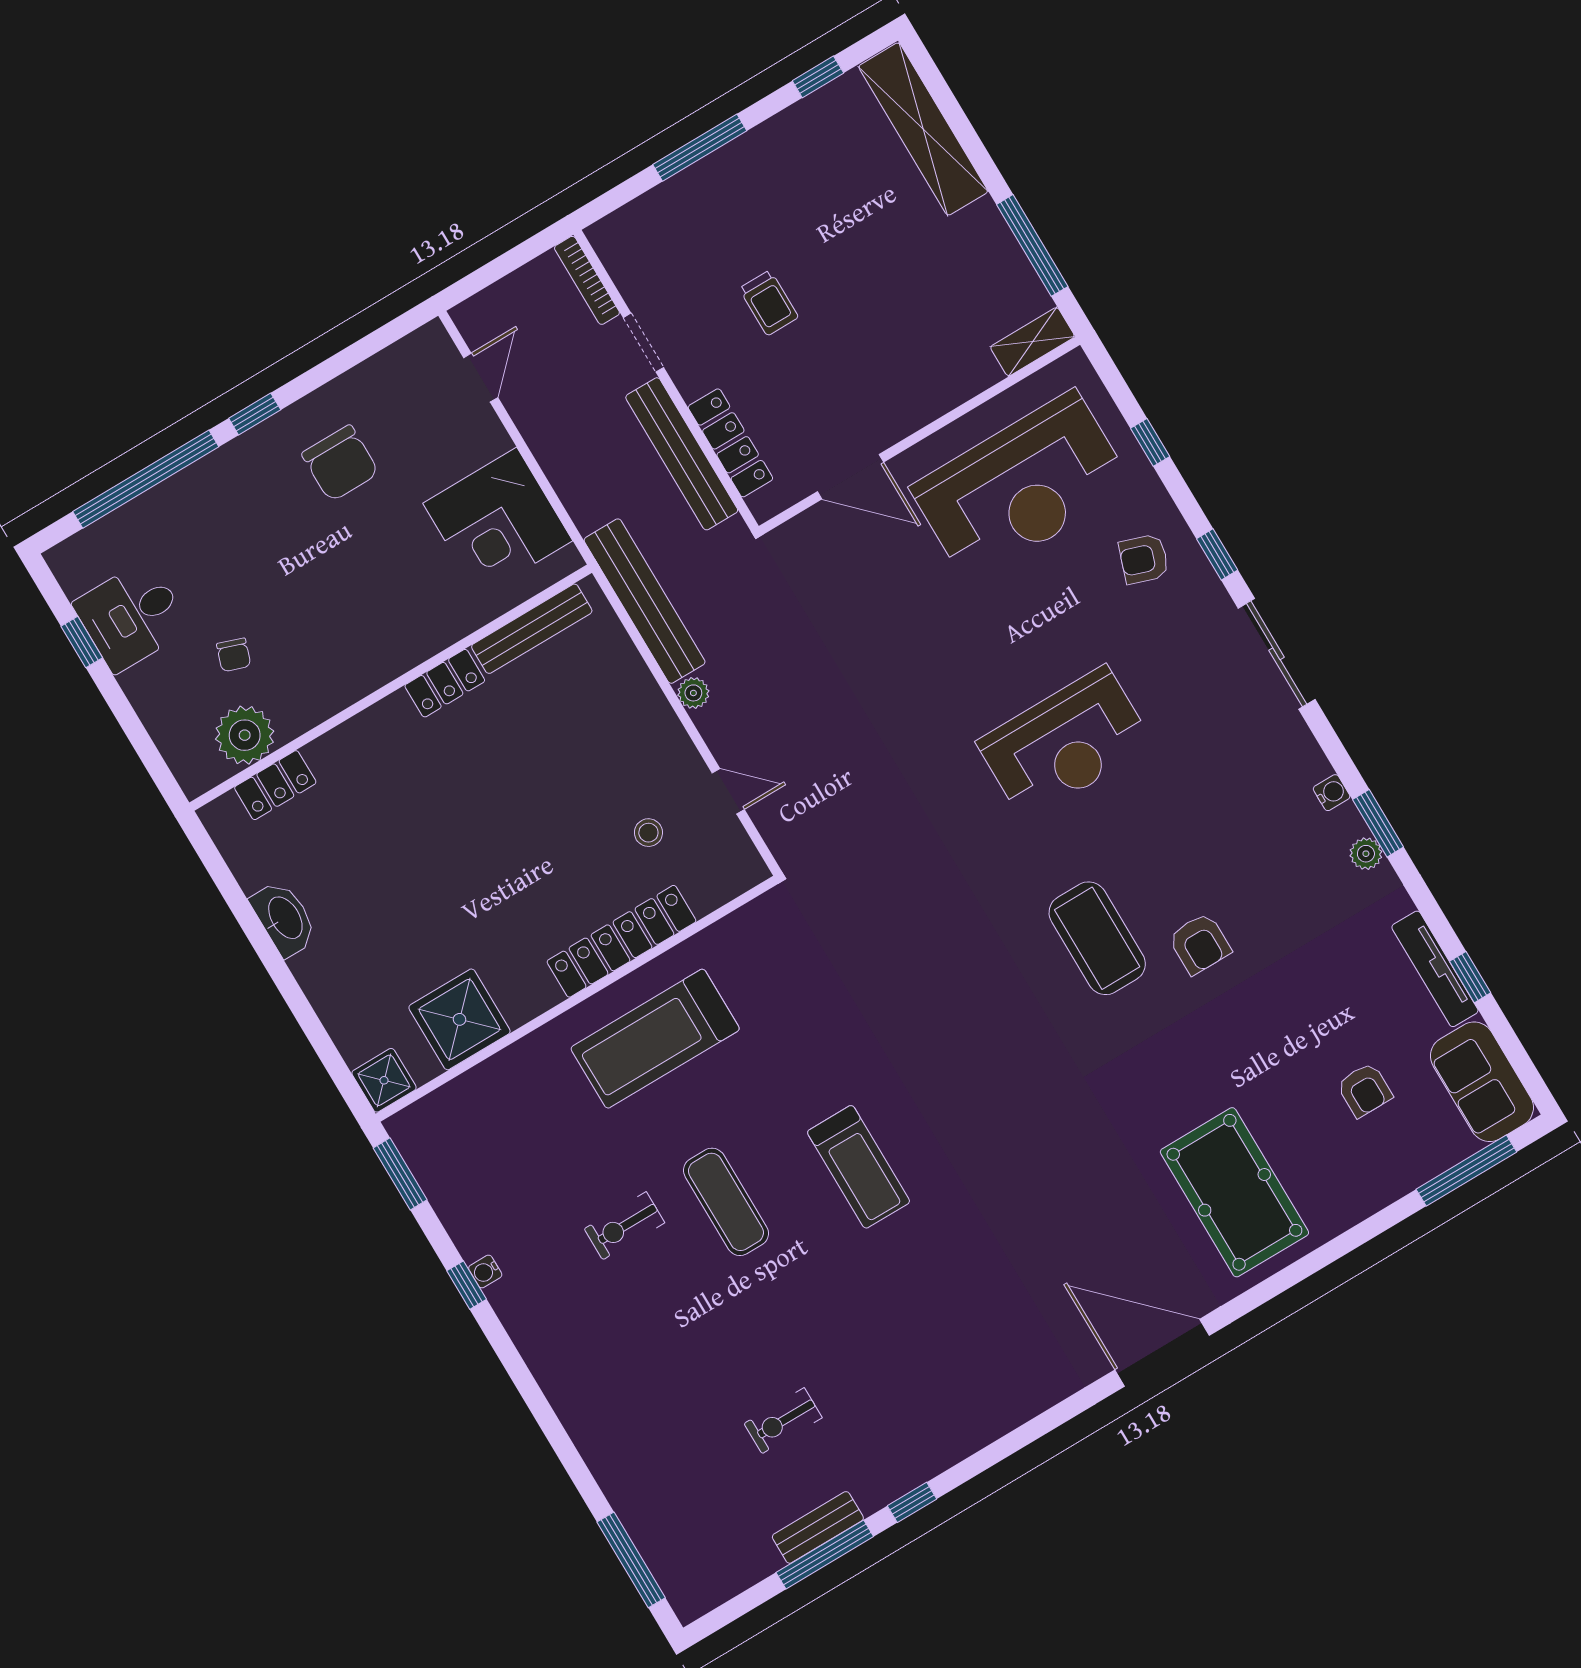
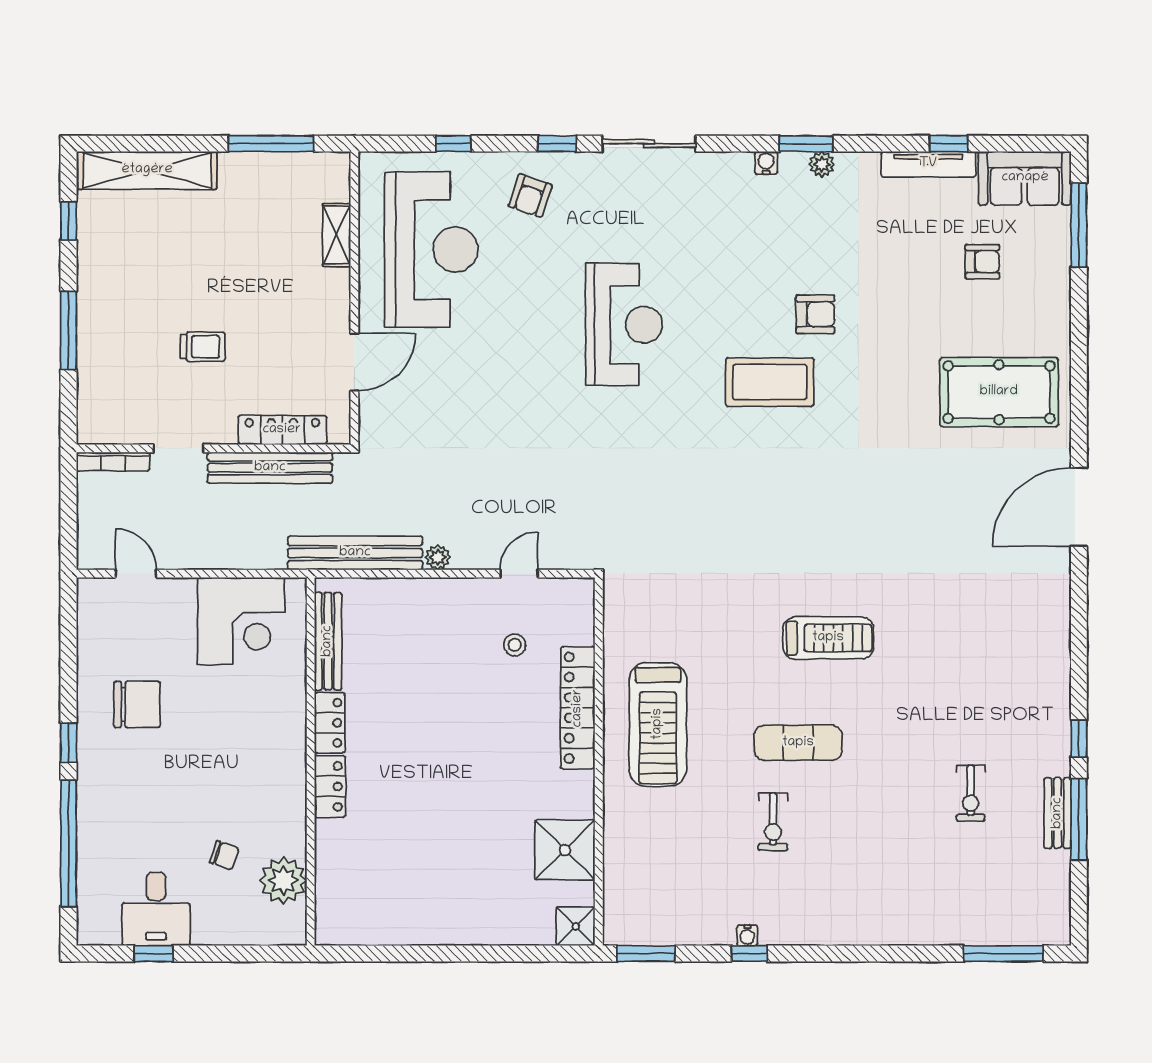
shelving: (1032, 342) -> (337, 235), moved
locker: (275, 785) -> (330, 786), moved
washbasin: (284, 918) -> (425, 928), removed

